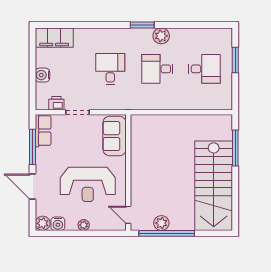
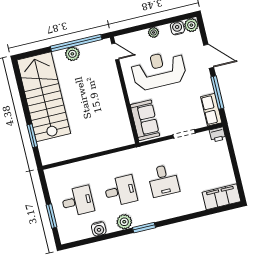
desk: (204, 69) -> (78, 201), turned 180
water cooler: (42, 75) -> (99, 229), moved, turned 90
printer: (56, 103) -> (217, 134), moved
window: (235, 148) -> (32, 136), width x0.69
plant: (161, 223) -> (72, 54), moved

